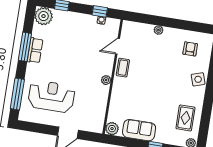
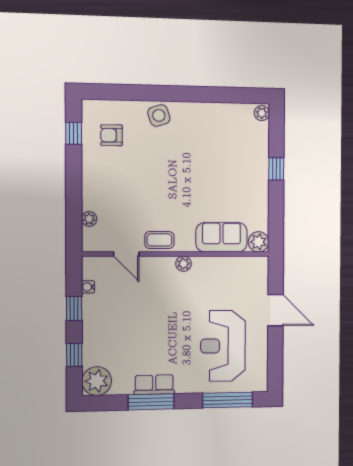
window: (100, 11) -> (74, 308), moved
window: (195, 27) -> (74, 133), added
plant: (158, 30) -> (89, 219), moved
rug: (185, 118) -> (224, 127), removed
sofa: (139, 130) -> (222, 237), moved, turned 90

